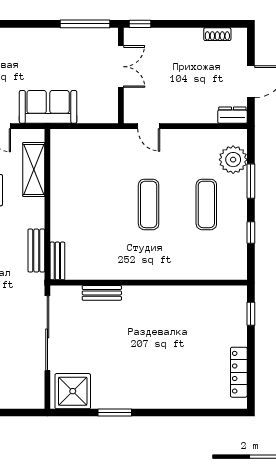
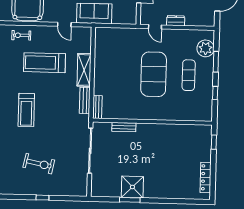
dresser: (232, 115) -> (176, 21), moved
shelving: (34, 169) -> (84, 70), moved
exercise mat: (149, 204) -> (154, 74), width x2.00, depth x1.45
shower: (73, 391) -> (132, 187), moved

